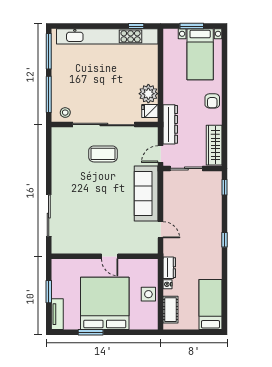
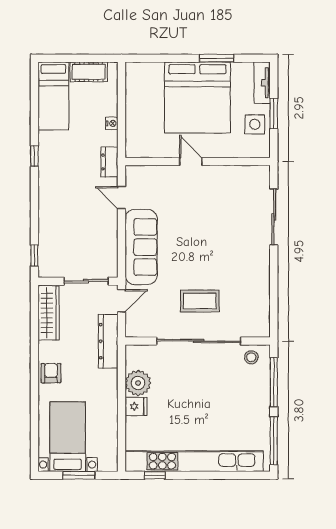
fridge: (150, 111) -> (136, 407), moved
window: (224, 240) -> (34, 156), moved
dresser: (169, 268) -> (109, 162), moved
side table: (148, 294) -> (255, 124), moved
cot: (171, 310) -> (89, 72), moved, turned 90

